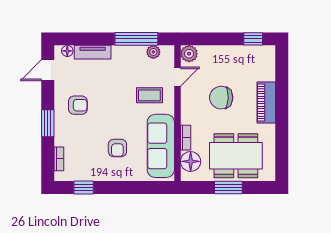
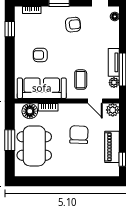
tv unit: (93, 52) -> (114, 62), moved
piano: (266, 103) -> (112, 147), moved, turned -90
armchair: (78, 105) -> (73, 25), turned -96

